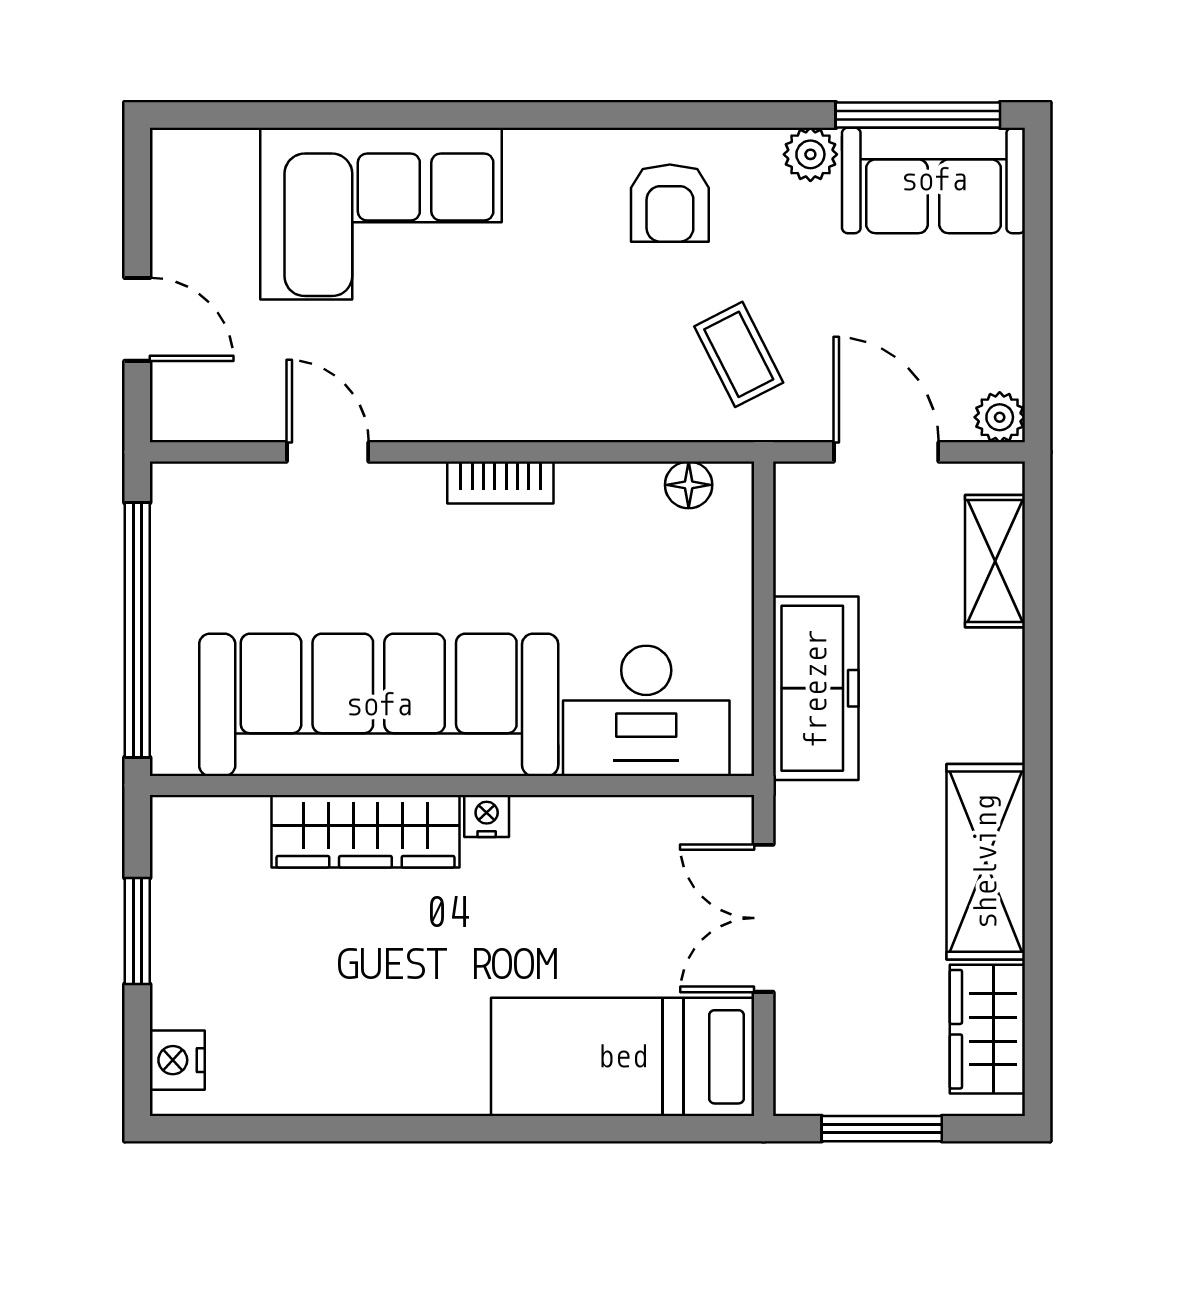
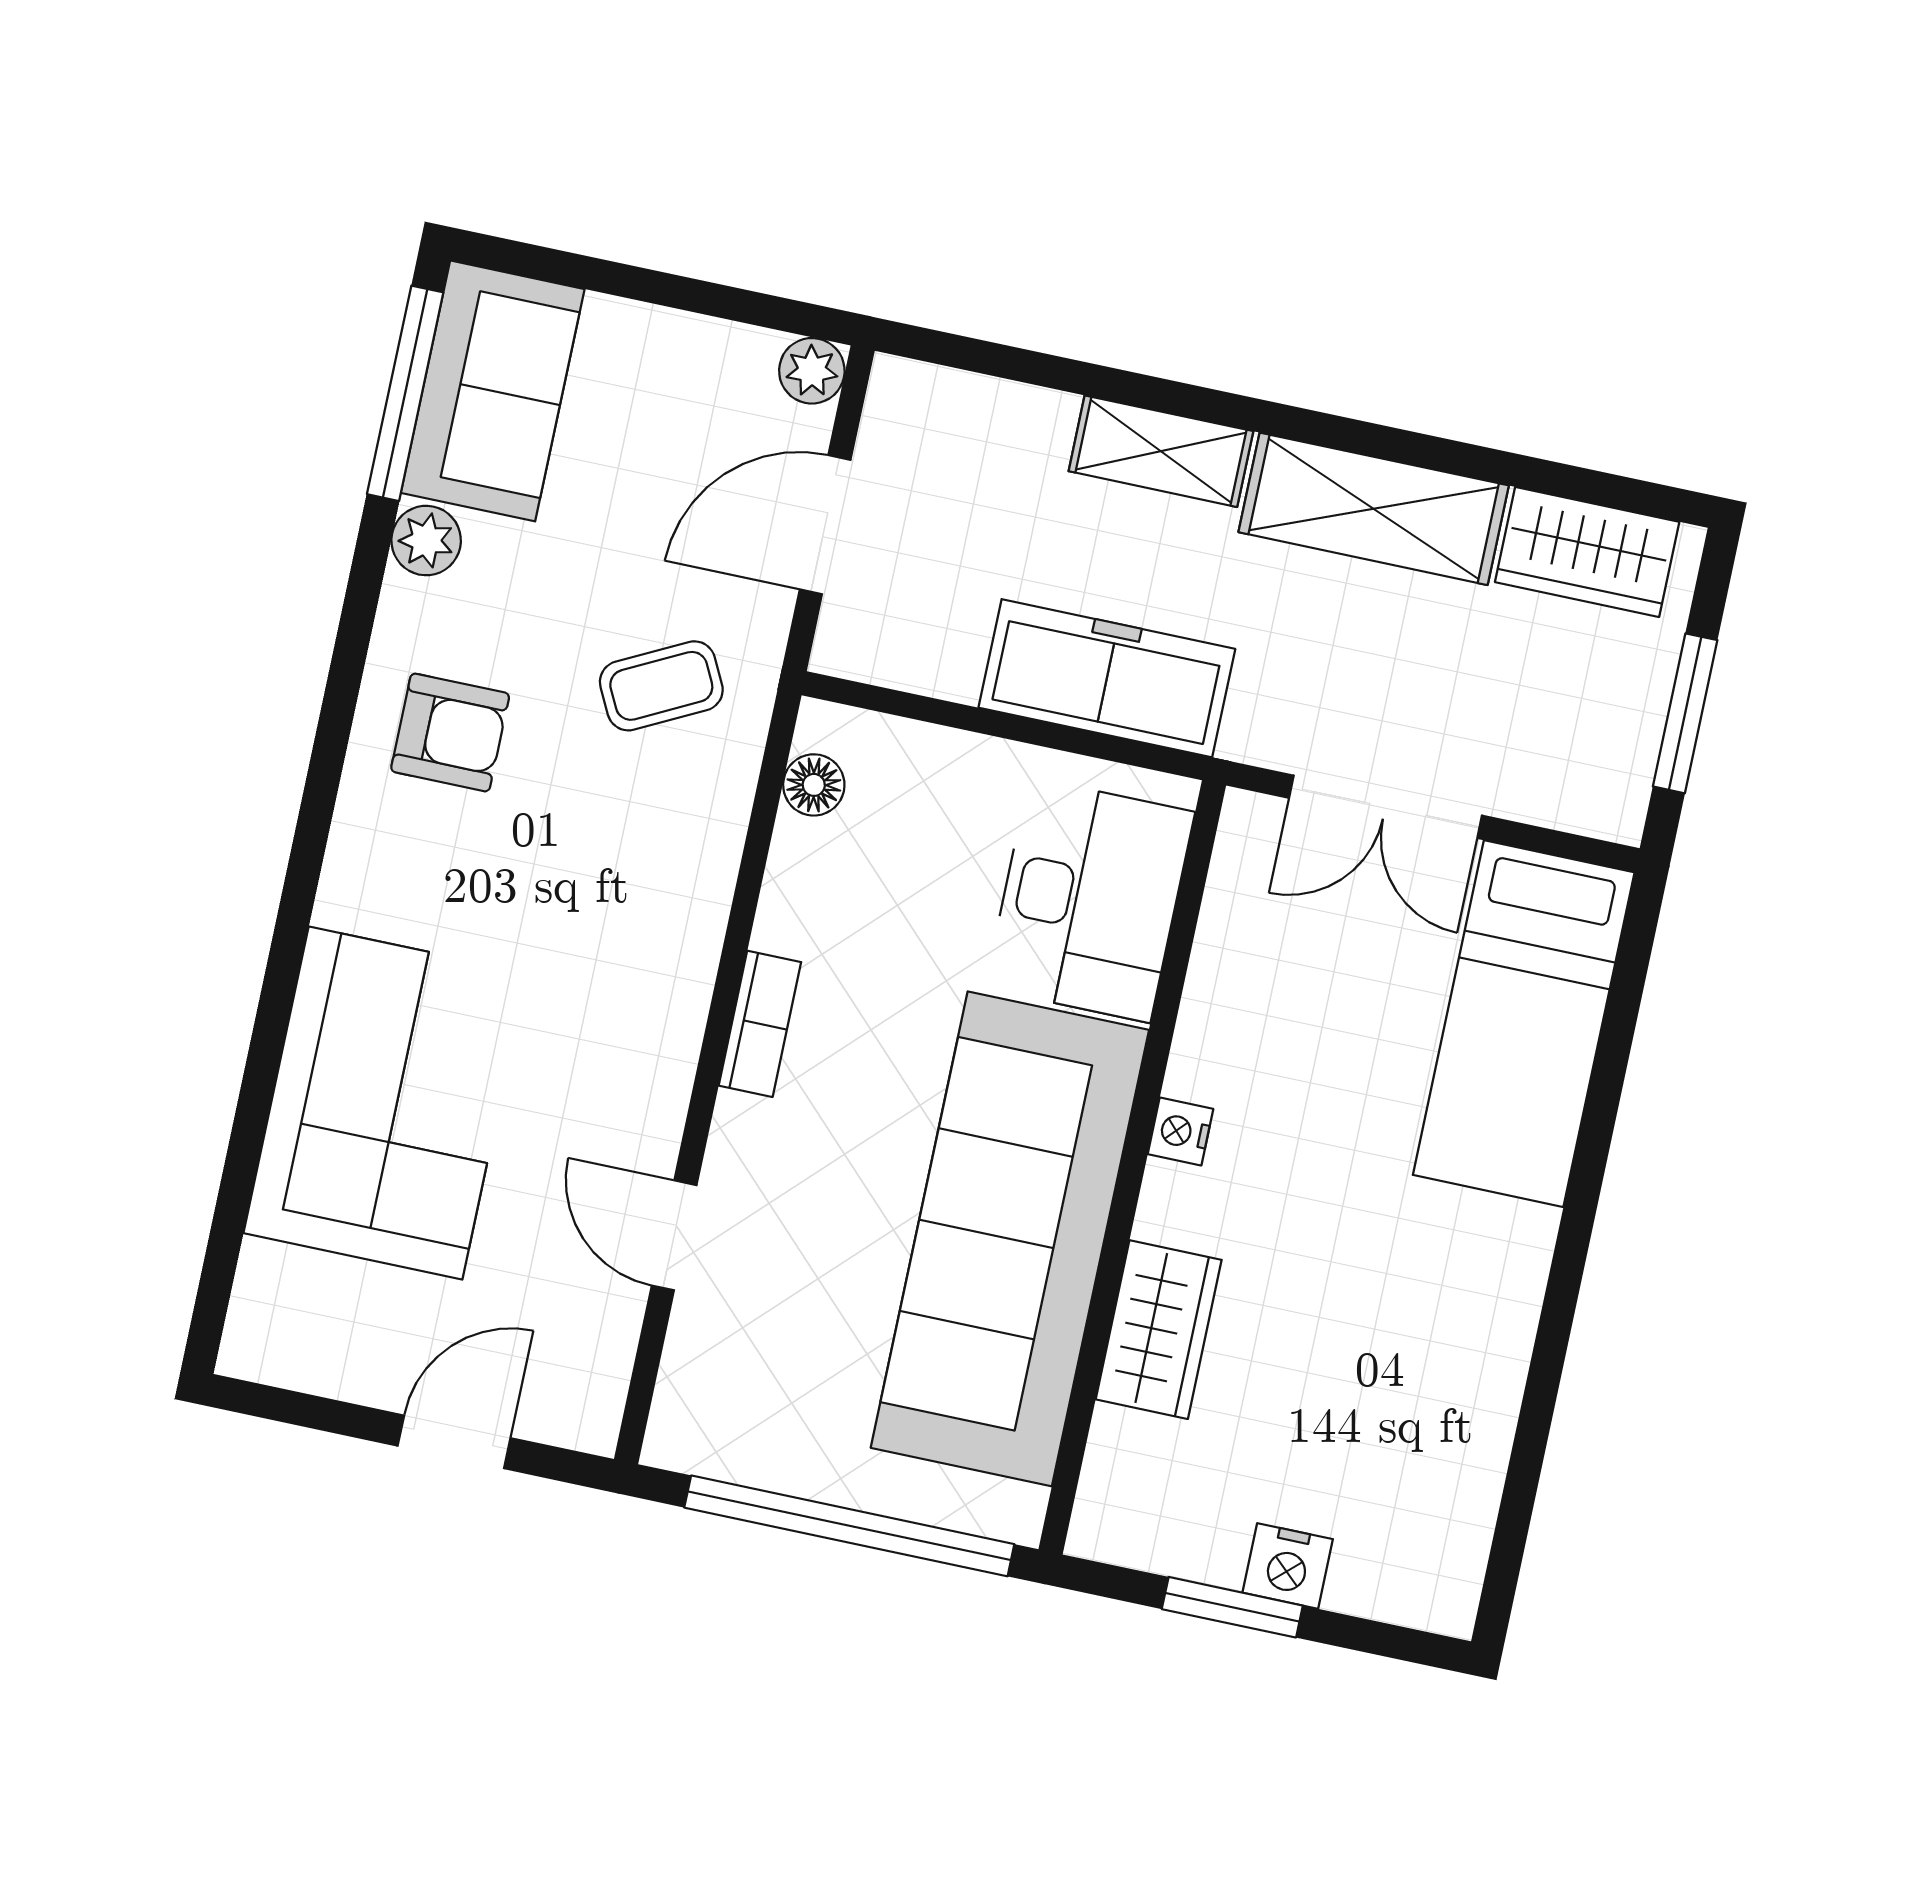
door: (328, 452) -> (674, 1235), hinge flipped
shelving: (995, 561) -> (1161, 451), moved
wardrobe: (365, 831) -> (1159, 1330), width x0.67
nightstand: (177, 1060) -> (1288, 1566), moved

